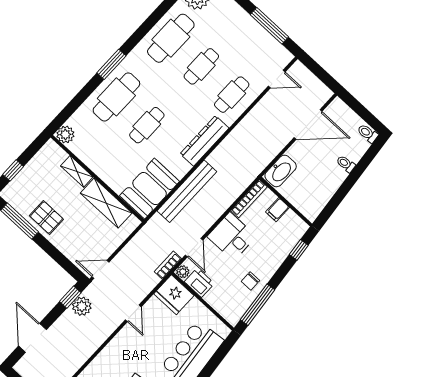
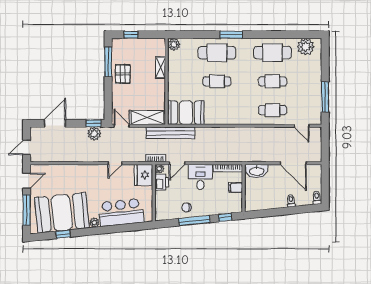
dresser: (204, 141) -> (236, 118), removed
bench: (187, 191) -> (171, 133), moved
shelving: (106, 203) -> (147, 117), moved, turned 90
window: (258, 305) -> (194, 221), moved

